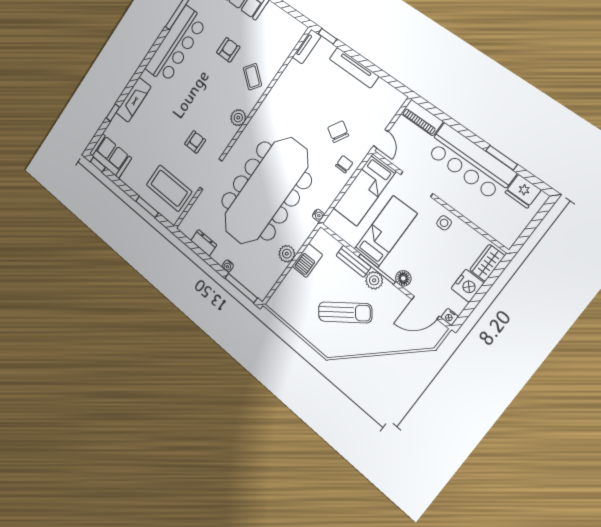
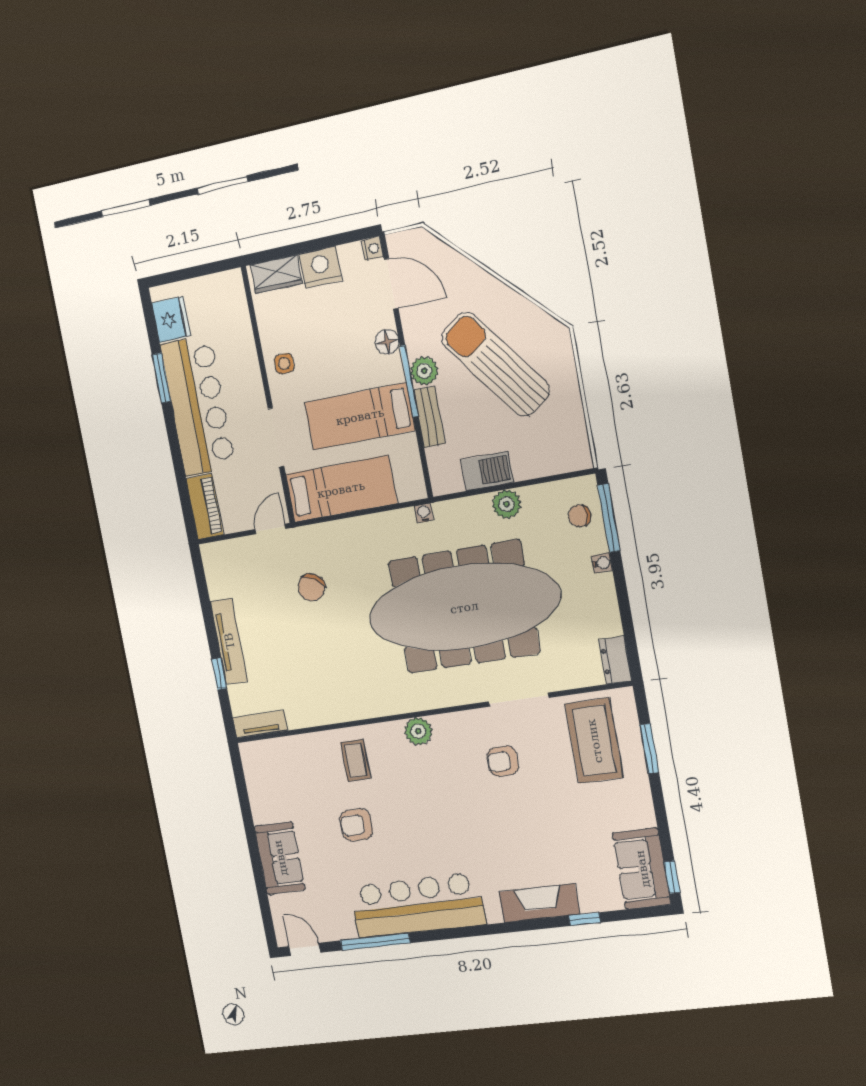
window: (327, 36) -> (219, 674), moved
coffee table: (253, 77) -> (356, 760), turned -38
chair: (344, 164) -> (580, 516), moved
dresser: (204, 243) -> (615, 660), moved
sun lounger: (345, 312) -> (495, 364), width x1.36, depth x1.34

